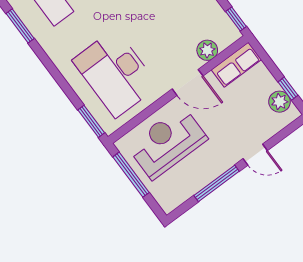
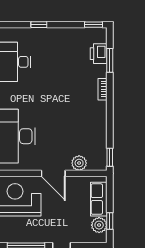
row of seats: (236, 65) -> (99, 199), moved, turned 90

